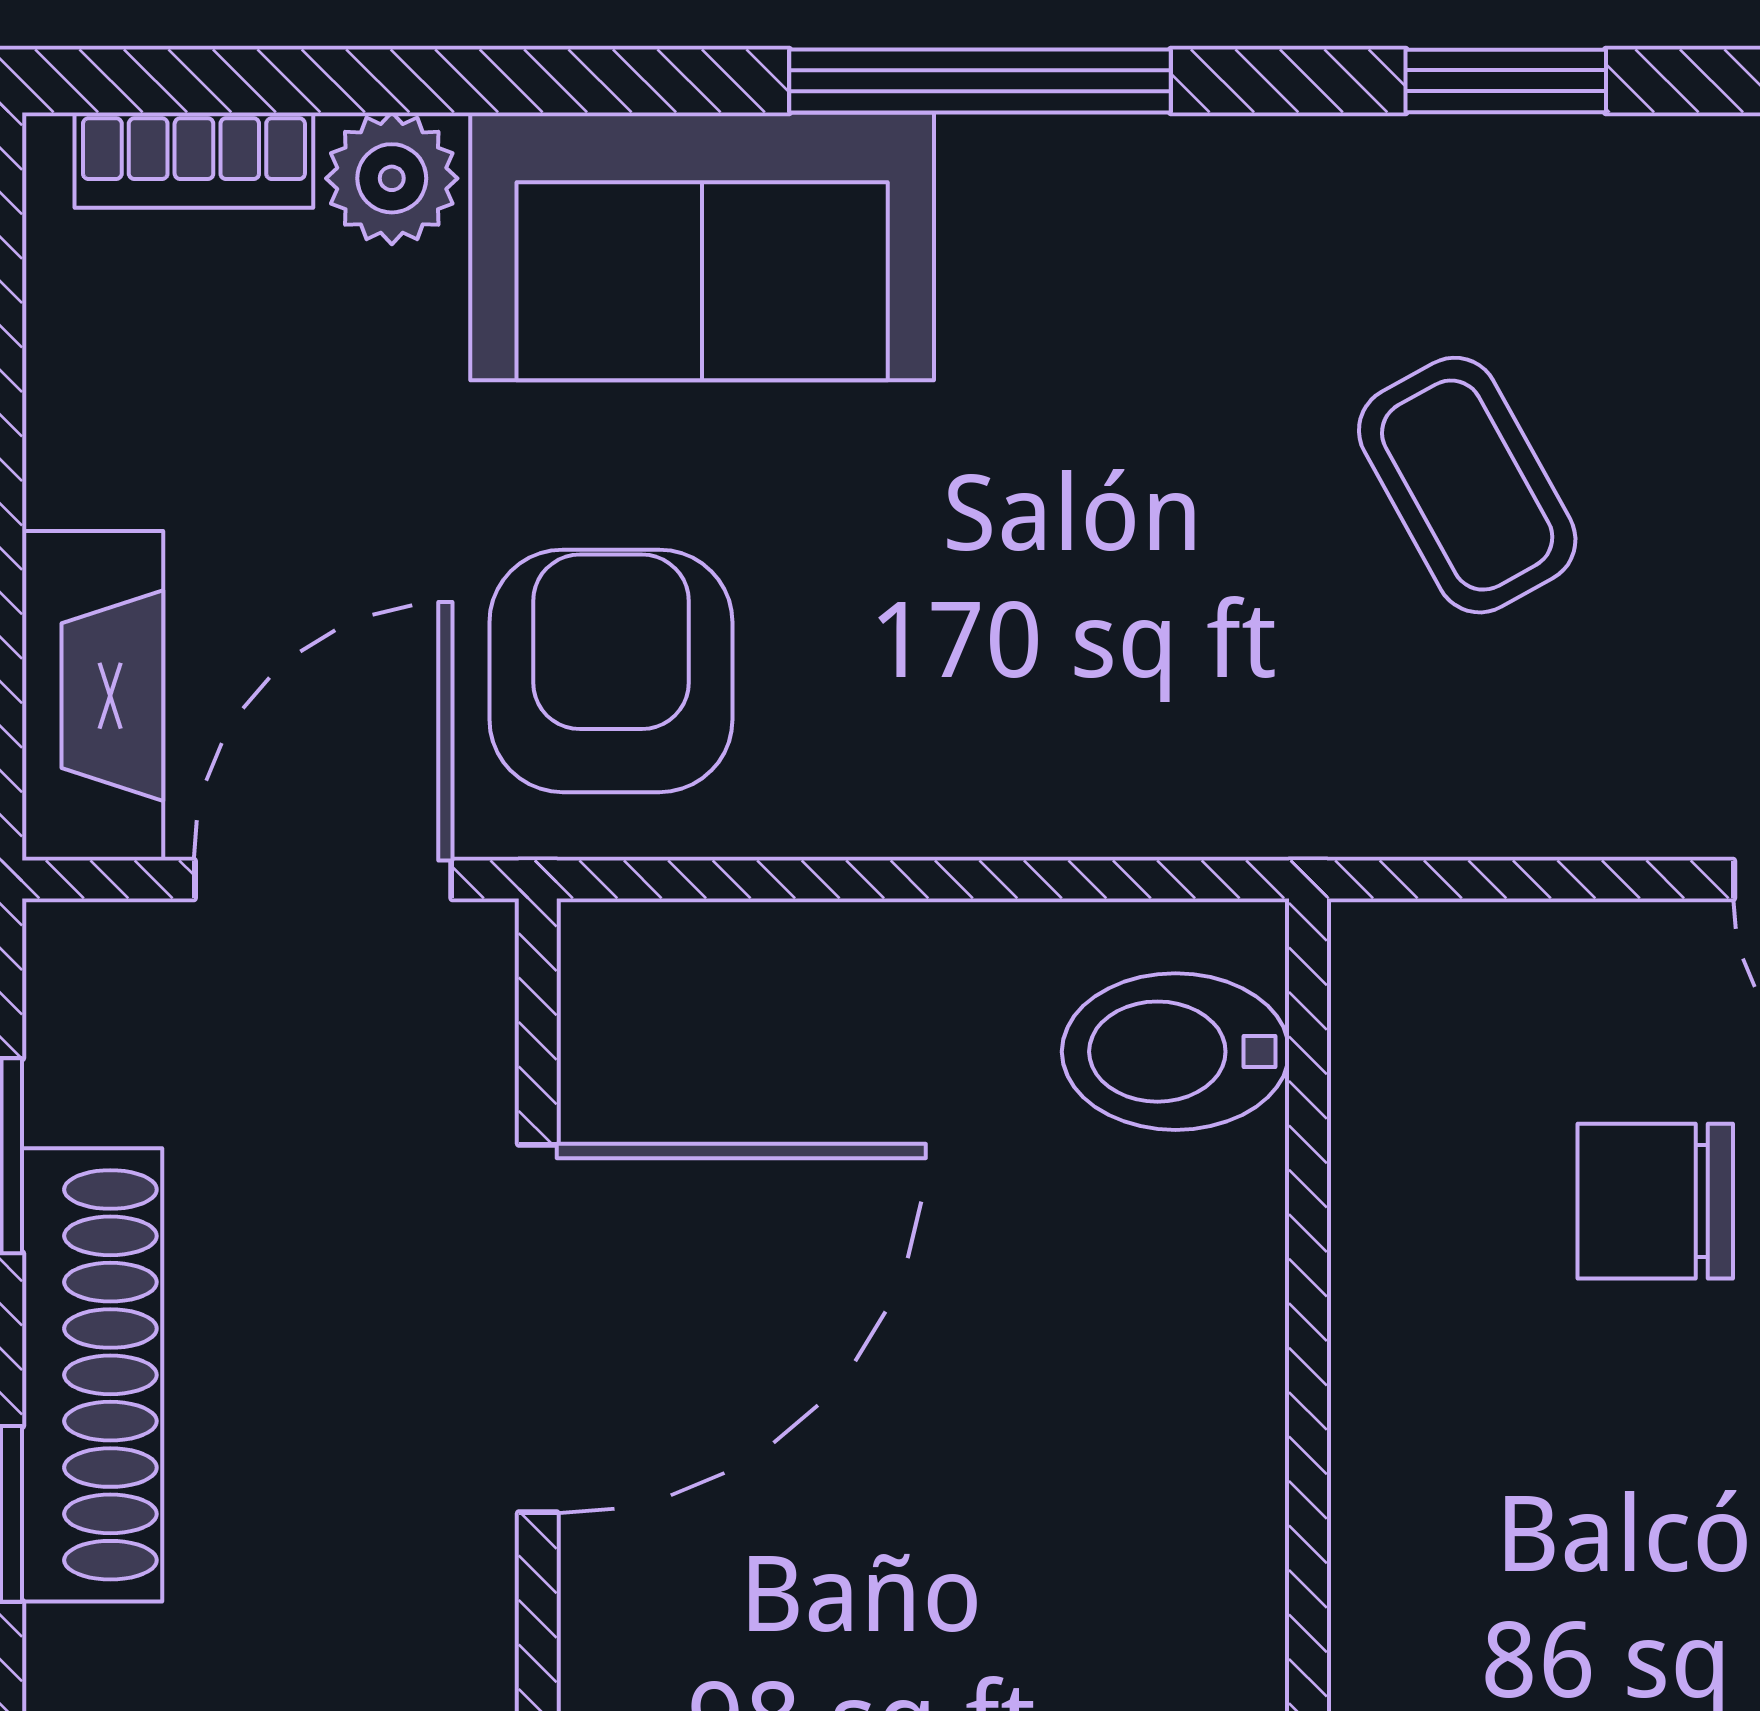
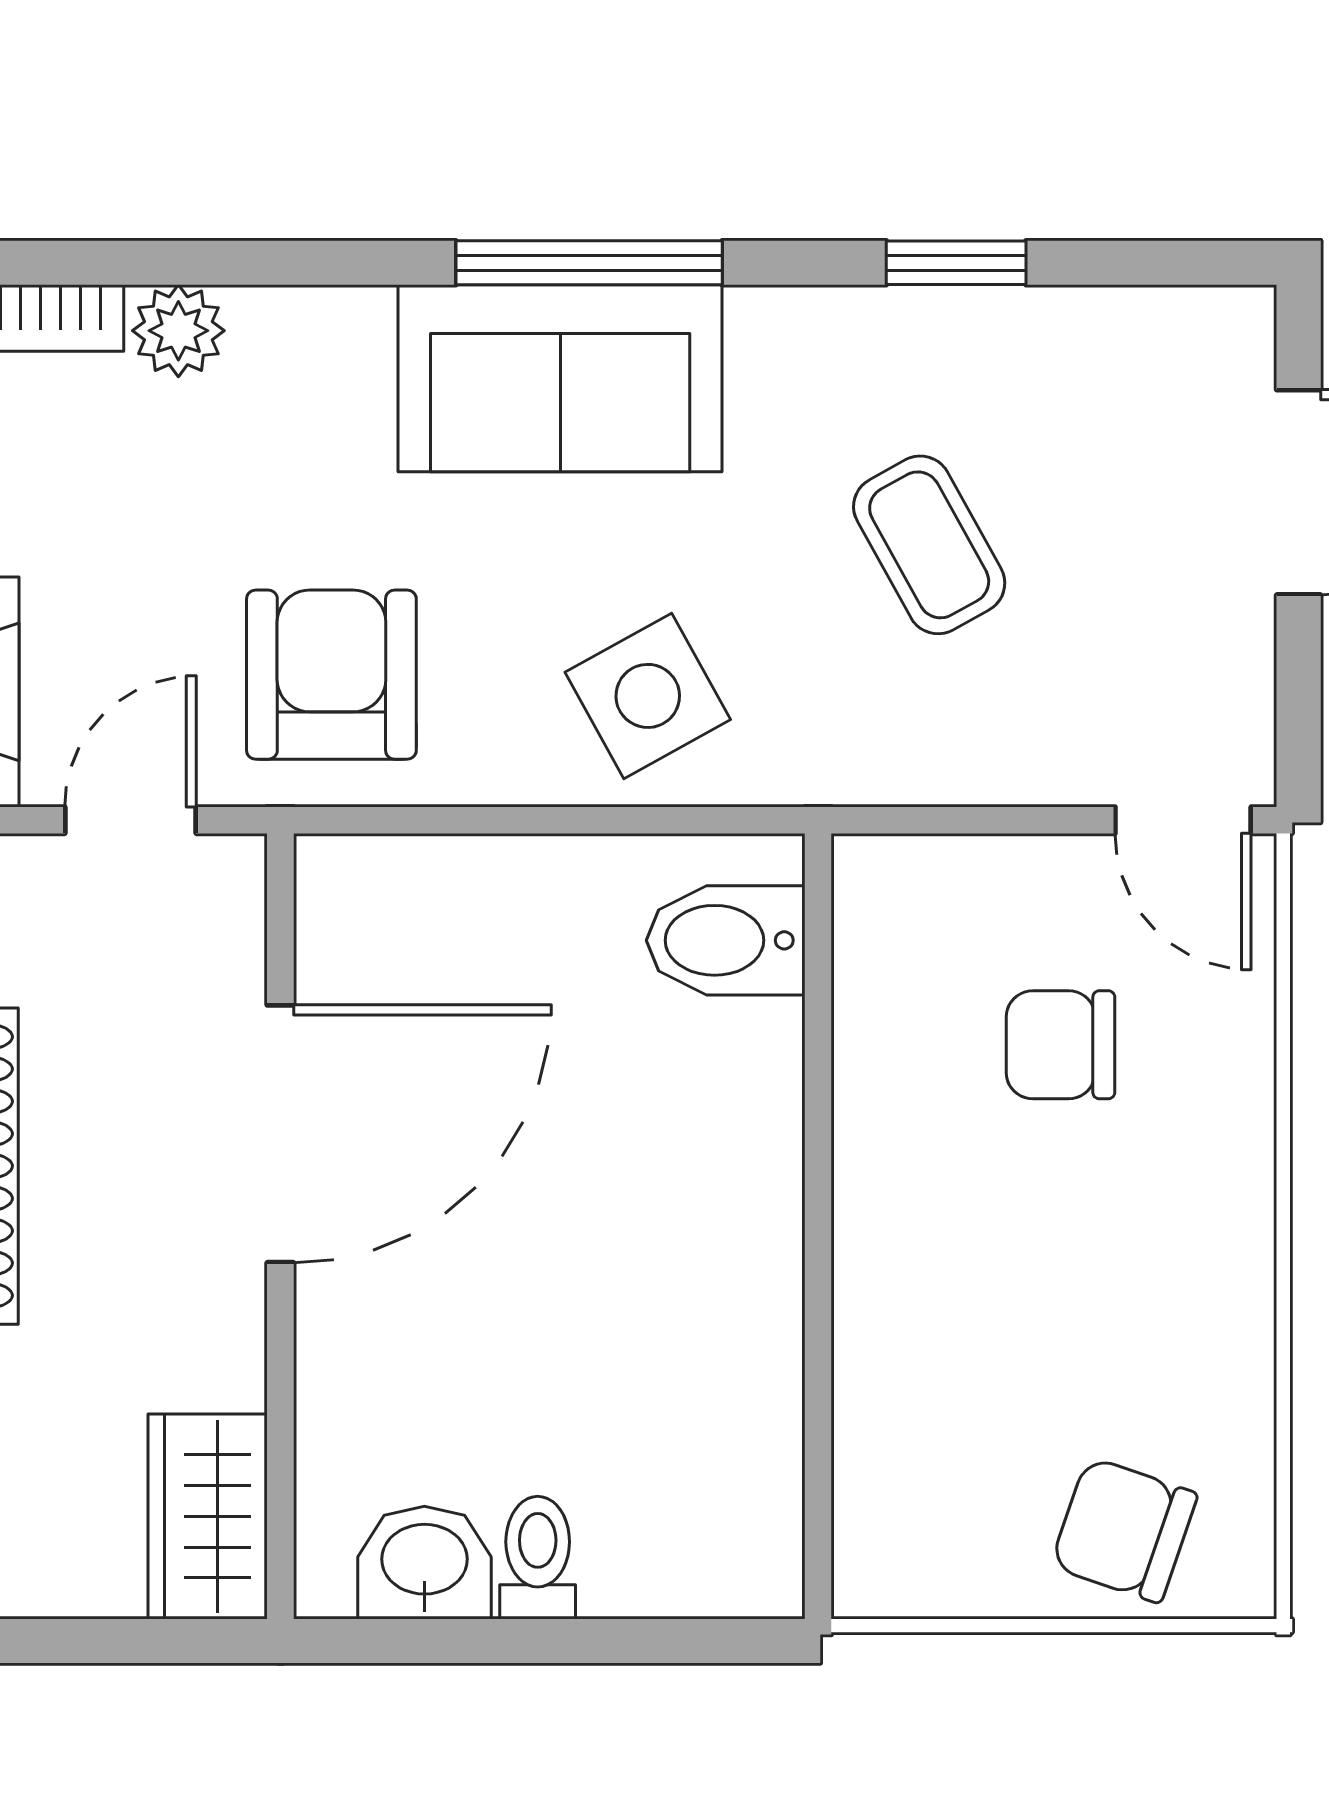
sofa: (702, 246) -> (560, 378), moved
side table: (1064, 701) -> (648, 696), added
door: (323, 879) -> (130, 820), width x0.73

